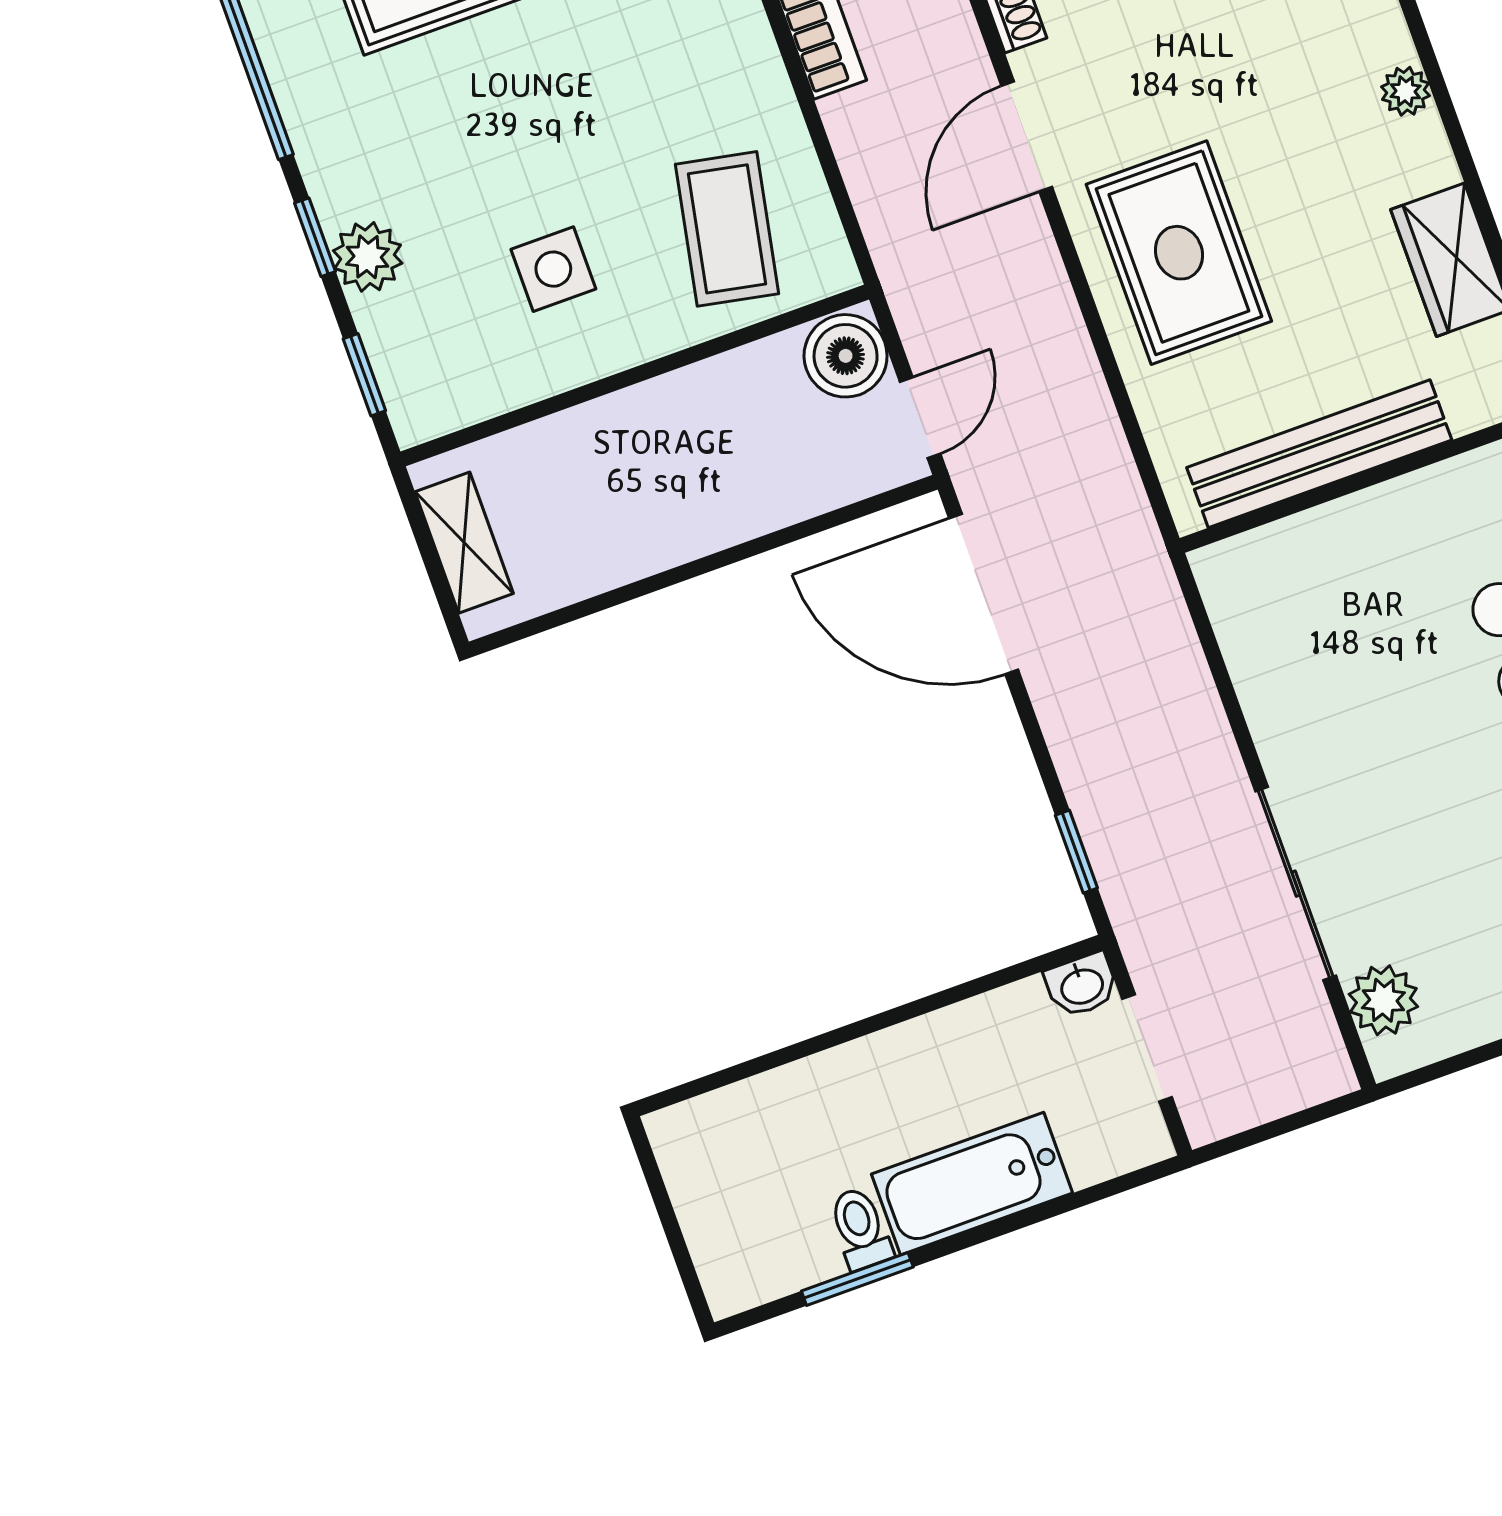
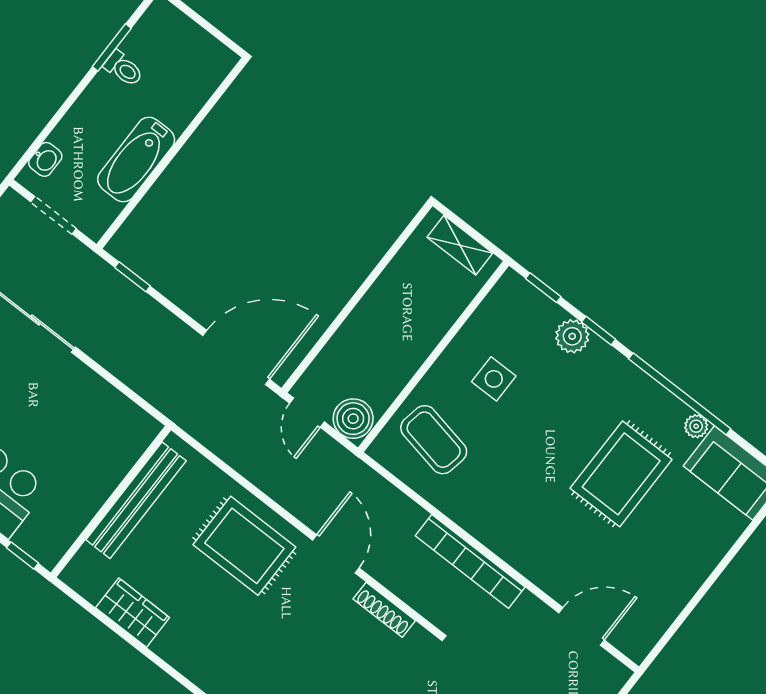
plant: (1406, 91) -> (194, 669), removed
washbasin: (1082, 985) -> (45, 159), moved, turned 180
bathtub: (972, 1184) -> (136, 160), moved, turned 180

